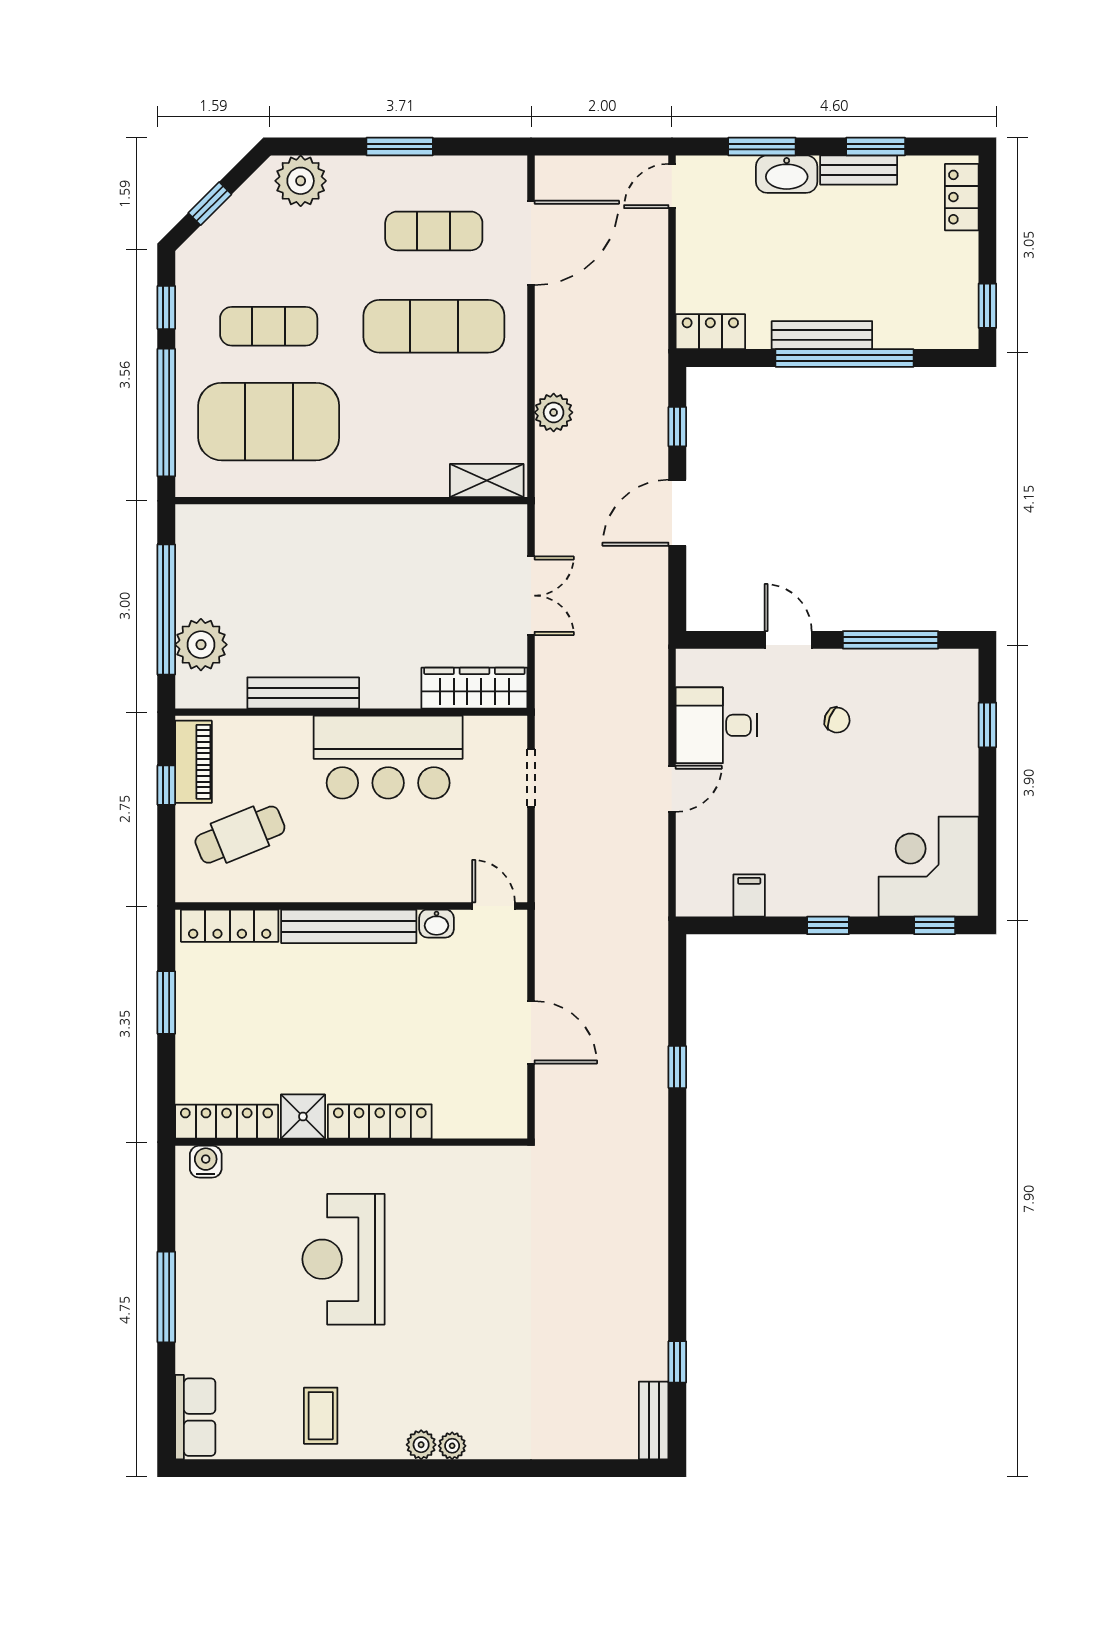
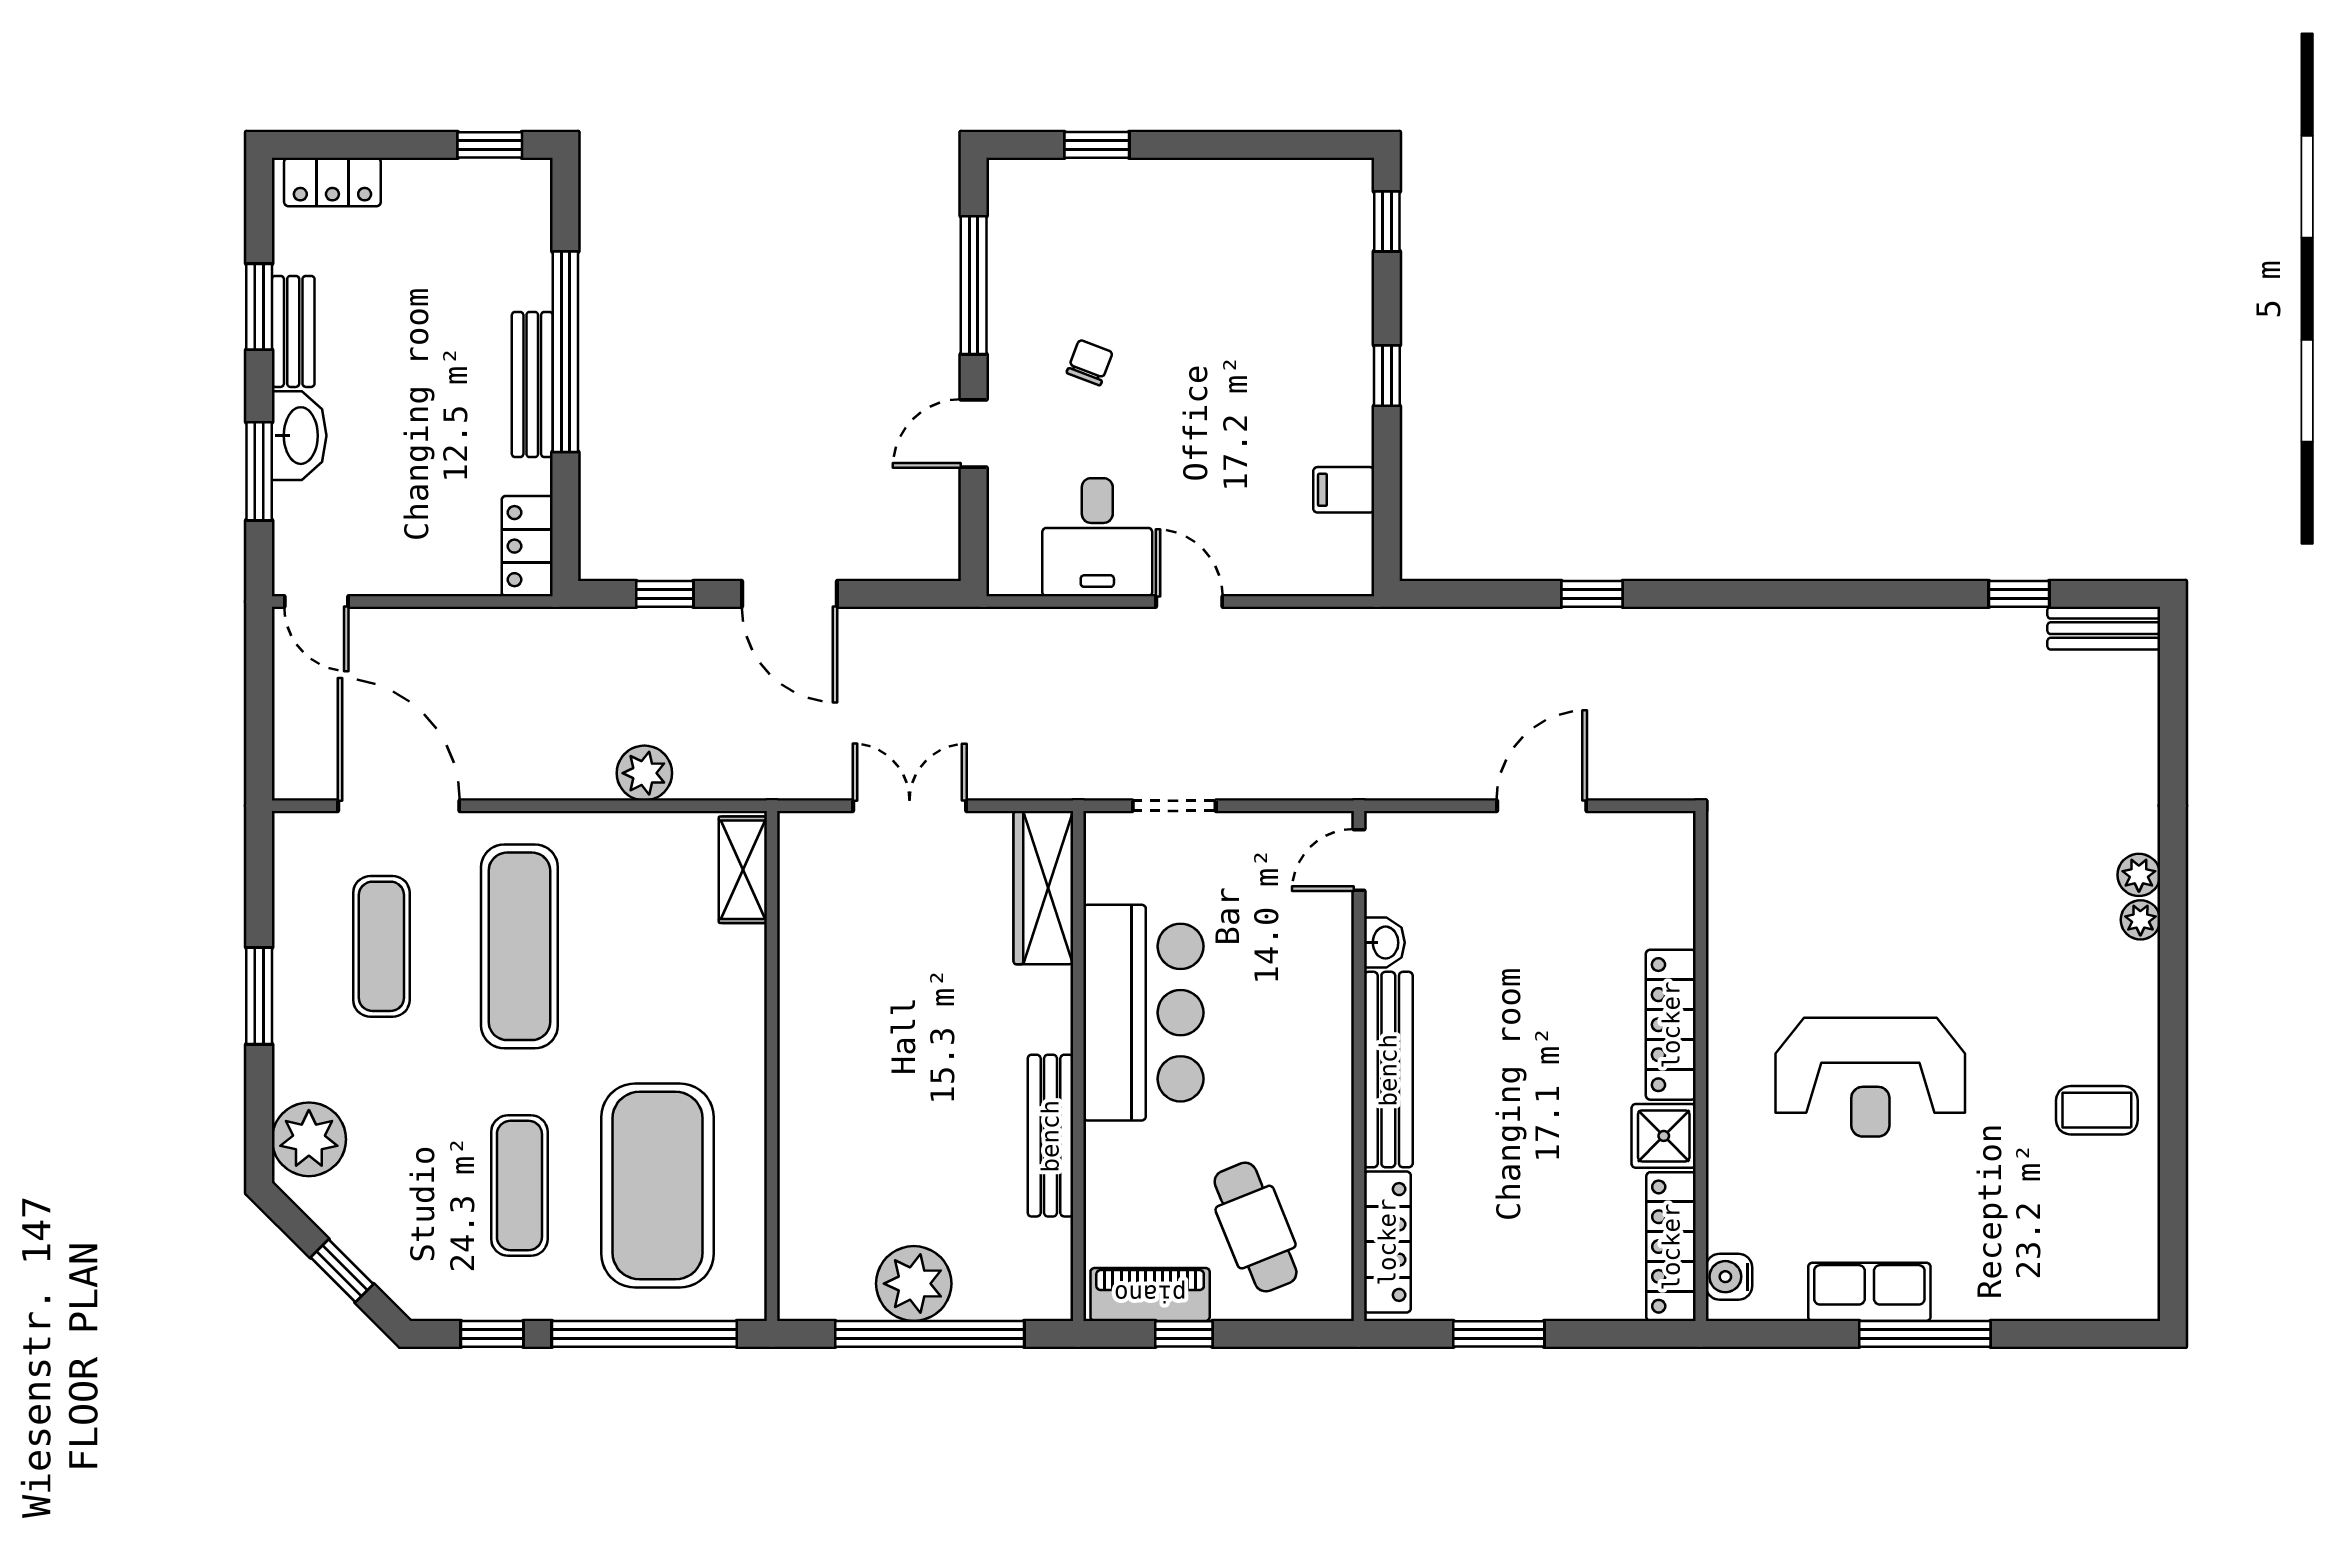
plant: (201, 645) -> (914, 1284), moved
corner desk: (929, 867) -> (1302, 230), removed
row of seats: (195, 1417) -> (1869, 1292), moved
plant: (421, 1445) -> (2139, 875), moved

